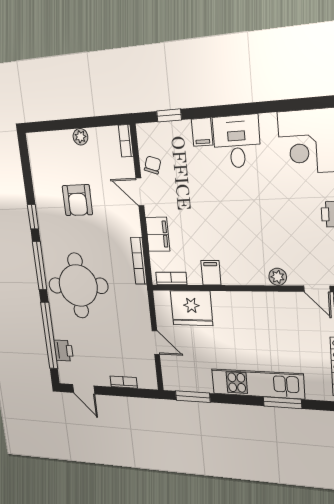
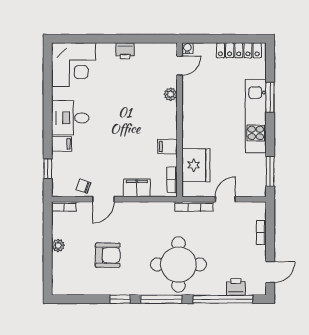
bookcase: (139, 261) -> (194, 206), moved

